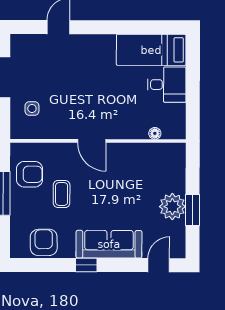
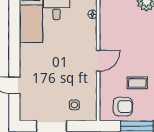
armchair: (30, 174) -> (123, 107), turned 90

